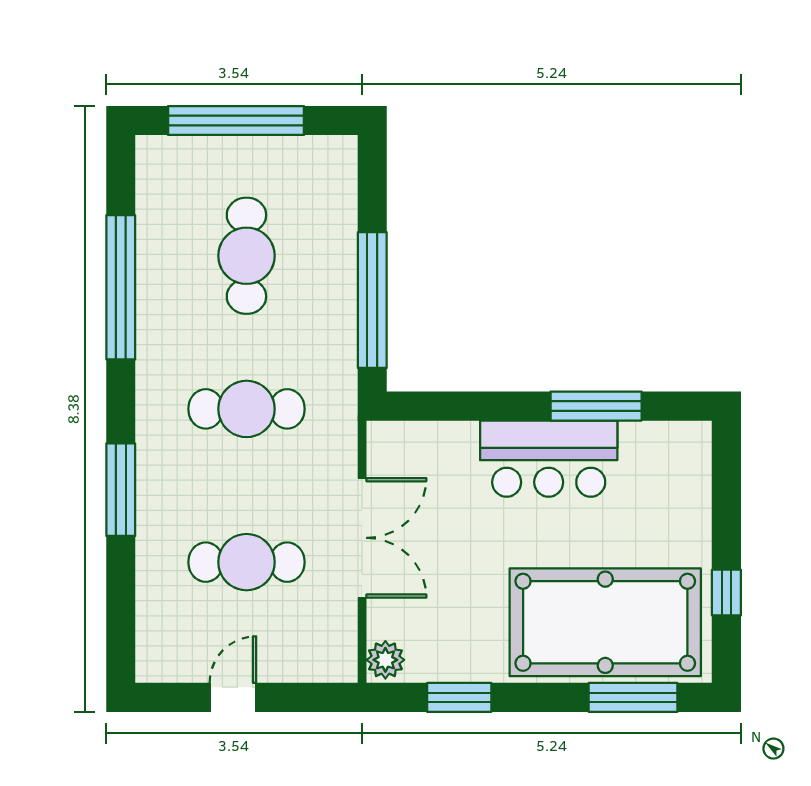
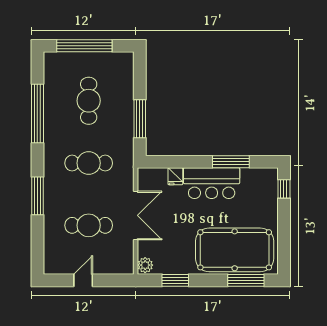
window: (372, 300) -> (140, 119), width x0.68
fridge: (459, 442) -> (175, 176), added
window: (726, 593) -> (284, 189), moved

